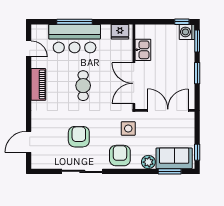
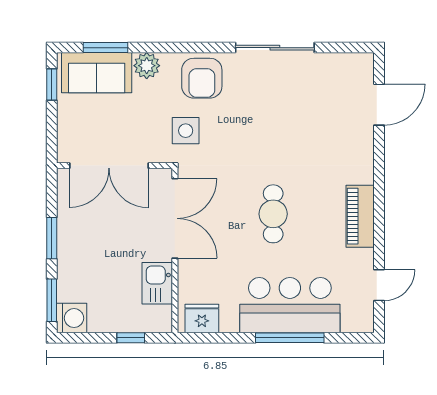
window: (182, 22) -> (131, 338), moved
door: (29, 49) -> (379, 285), swing flipped
armchair: (79, 137) -> (282, 115), removed

